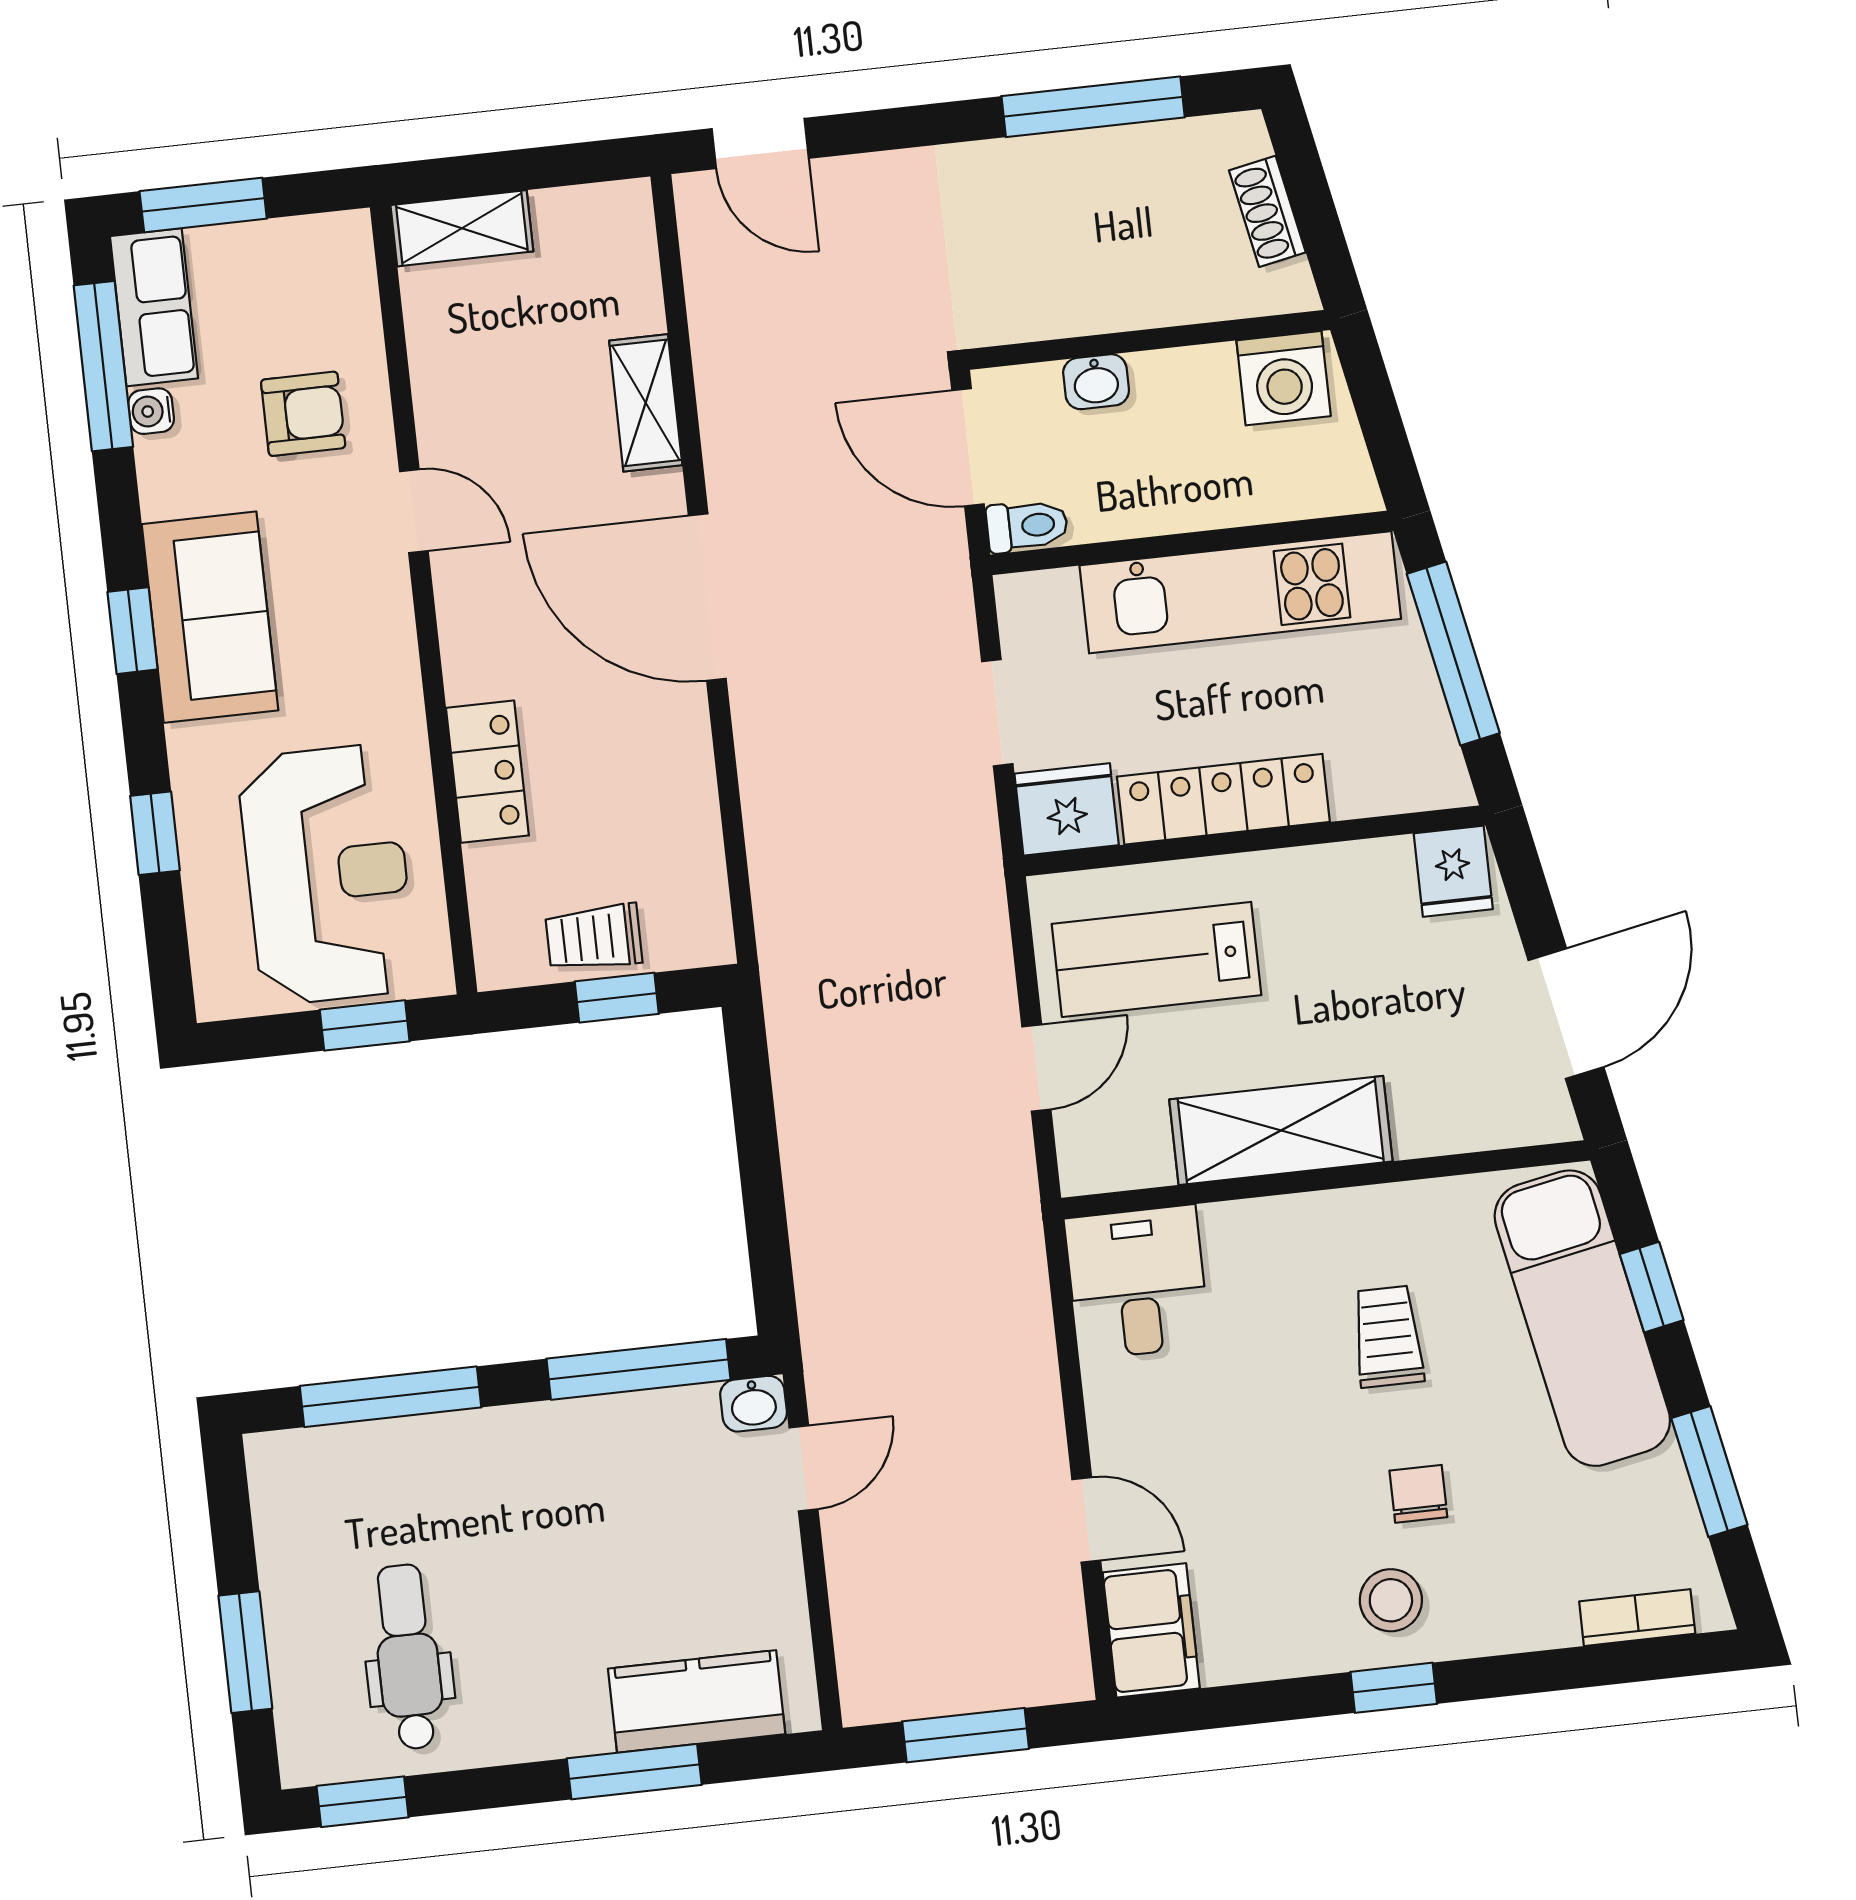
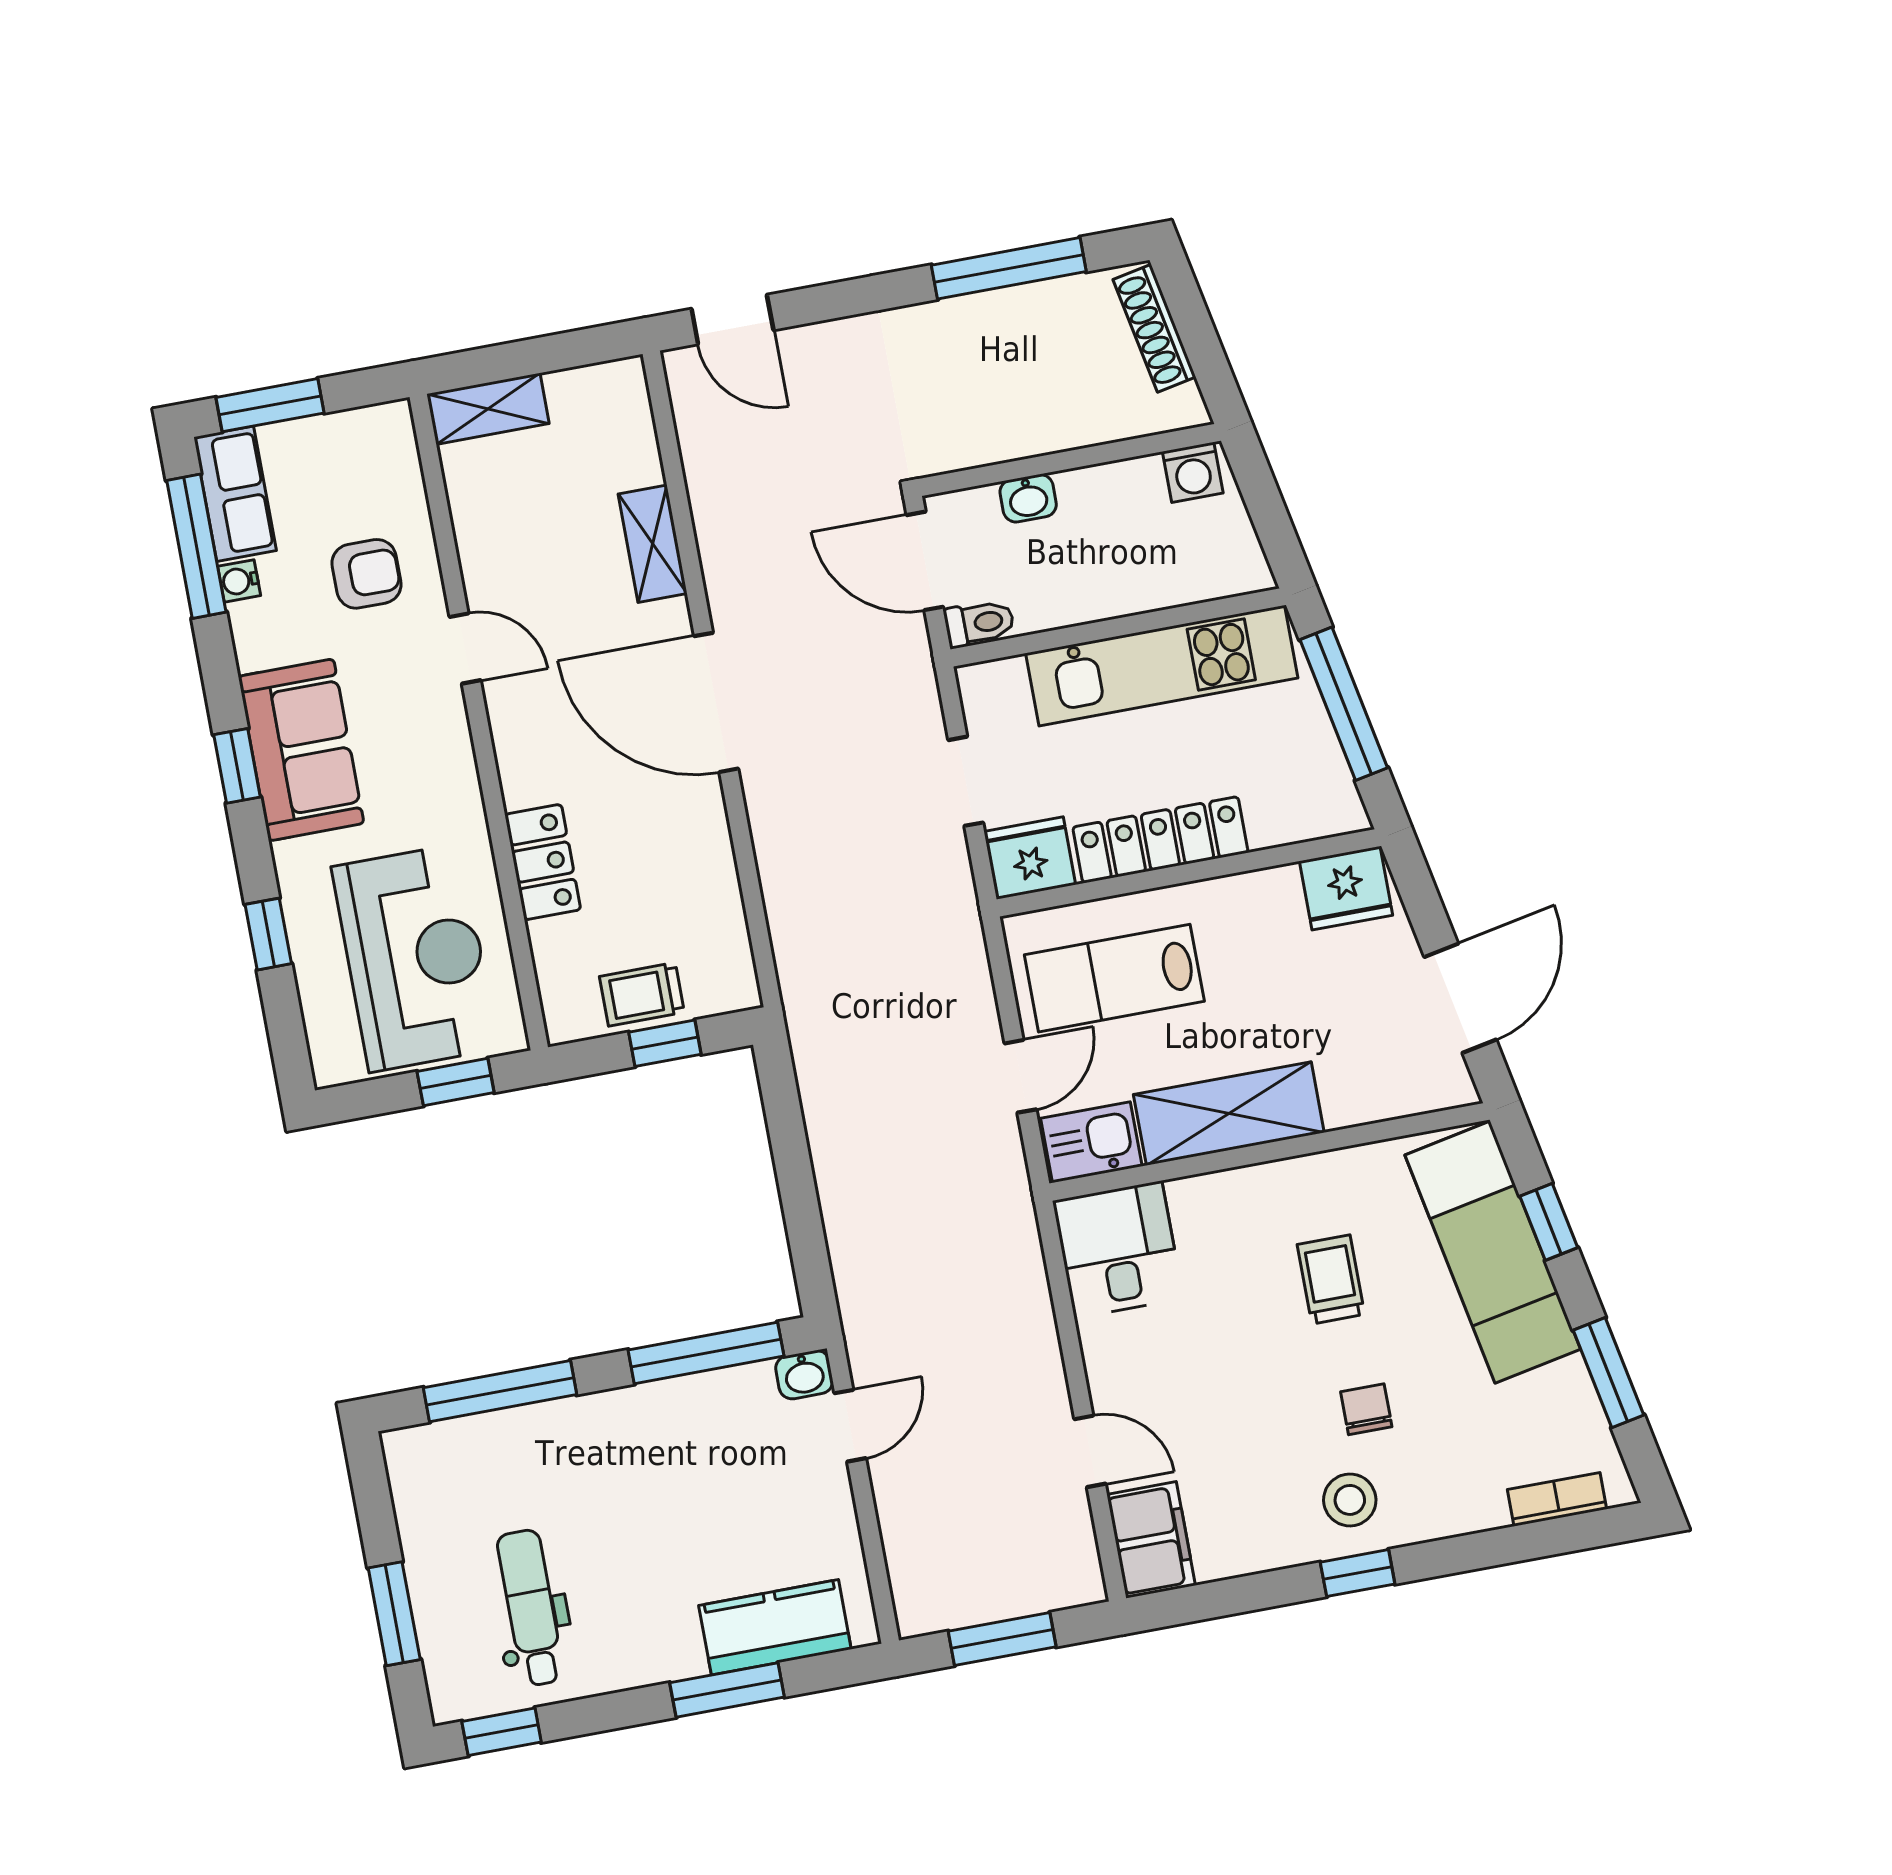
shoe rack: (1267, 211) -> (1154, 328), width x1.43
washing machine: (1284, 378) -> (1193, 472), width x0.73, depth x0.73
fridge: (1453, 871) -> (1346, 888), width x1.38
kitchen sink: (1115, 1153) -> (1091, 1142), added

